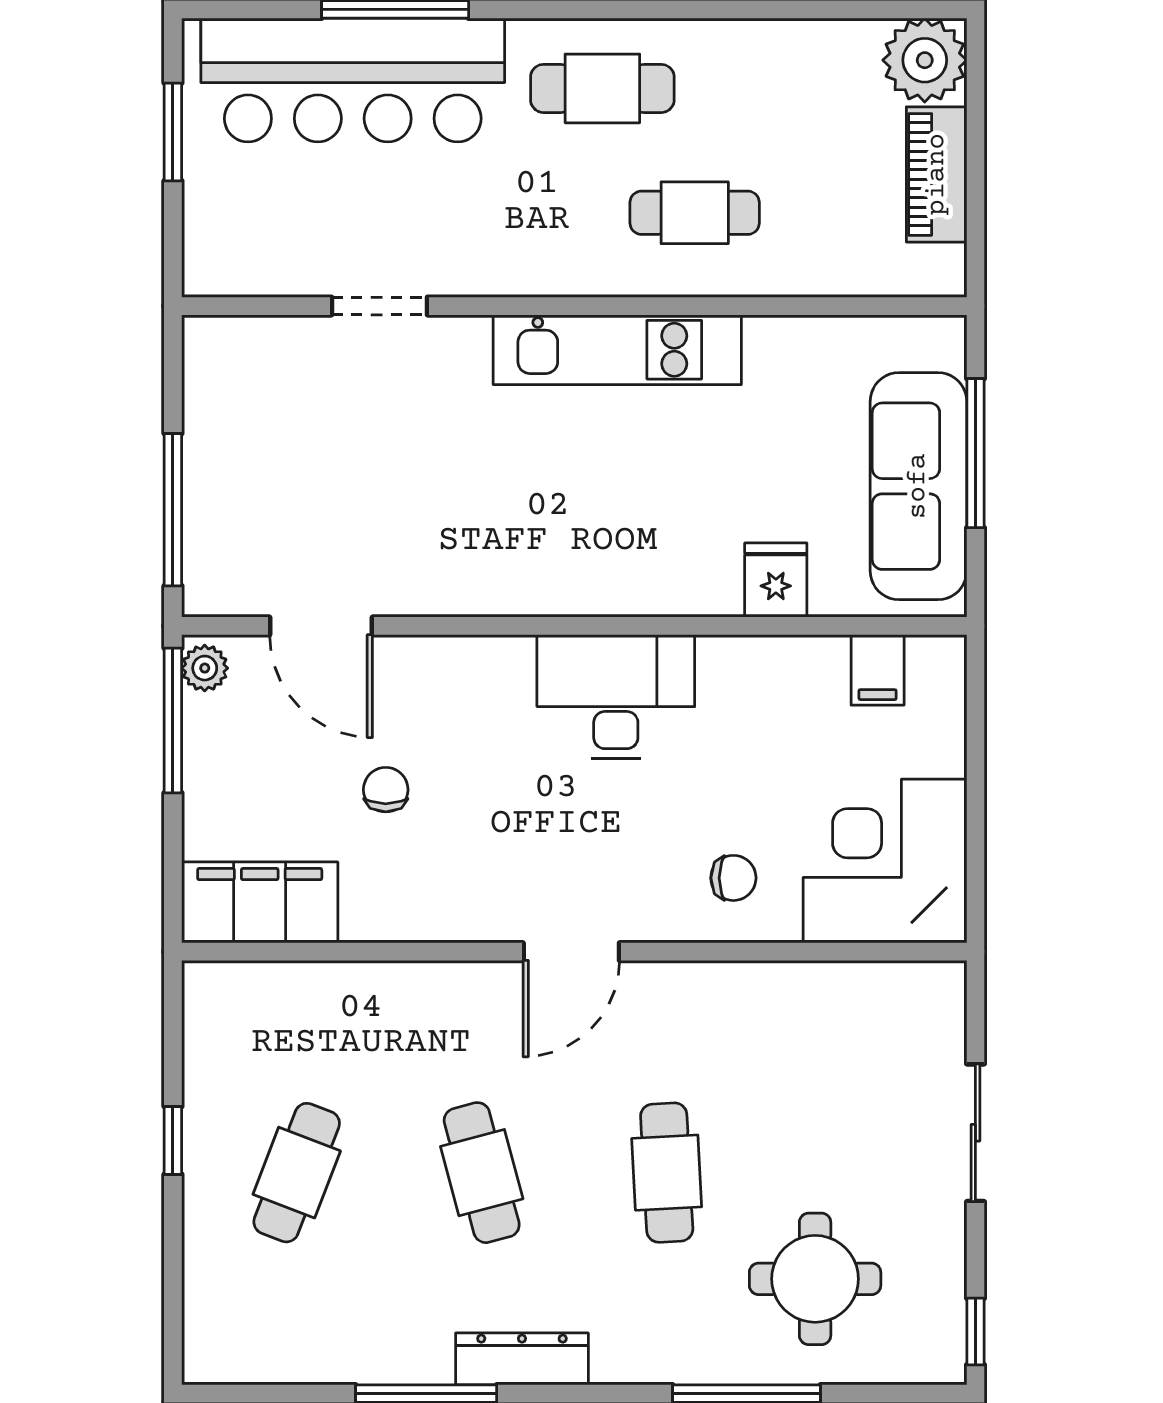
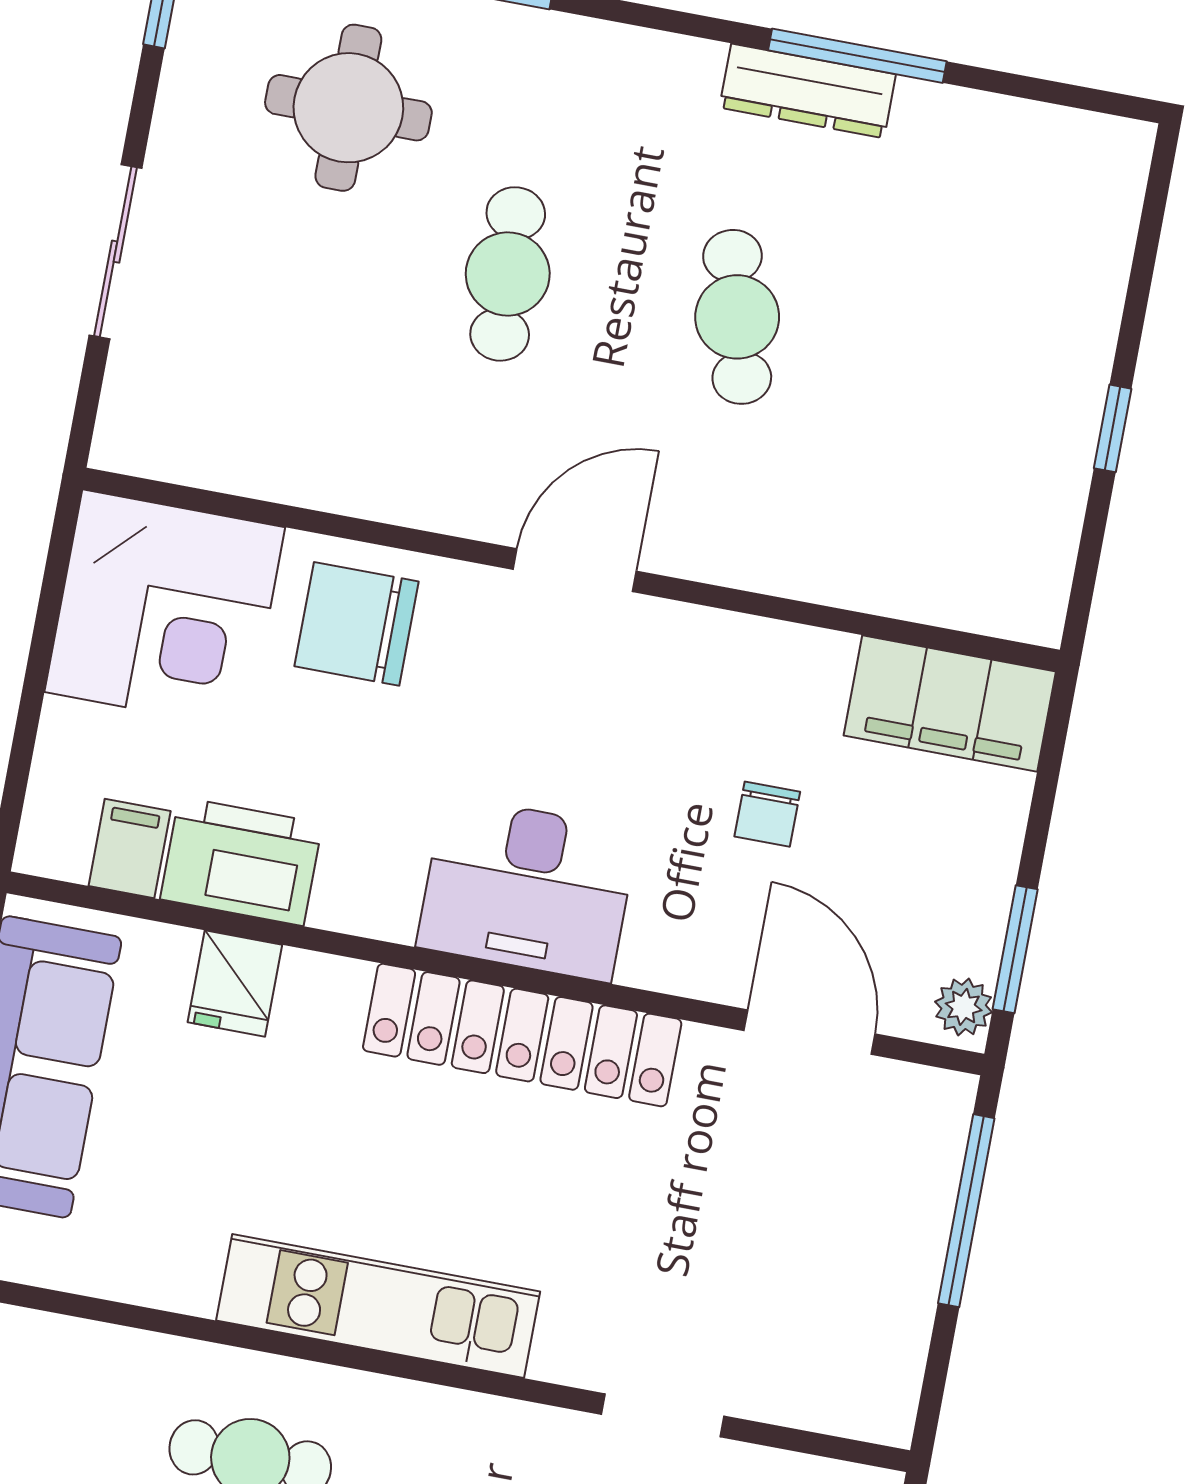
locker: (544, 582) -> (522, 1035), added
printer: (789, 676) -> (241, 861), added
desk: (616, 697) -> (527, 889), moved
window: (173, 721) -> (1015, 949), width x0.69
chair: (733, 878) -> (357, 624), width x1.87, depth x1.87
cafe table: (297, 1173) -> (967, 360), removed
dresser: (522, 1359) -> (808, 91), moved

